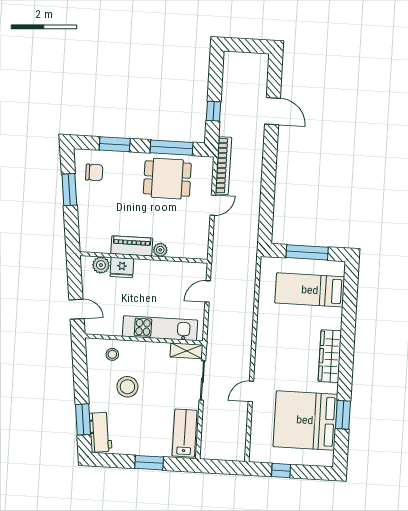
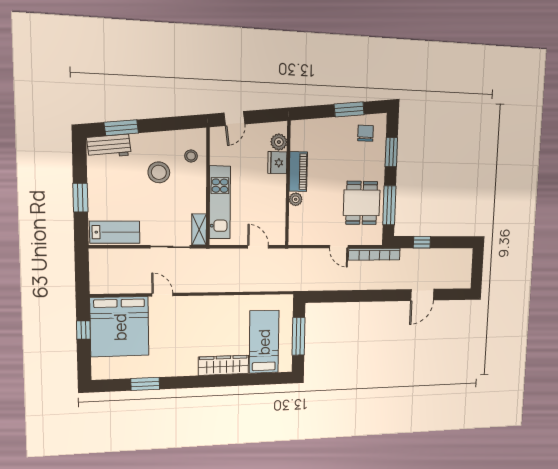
chair: (94, 172) -> (365, 133), turned 180
wardrobe: (330, 356) -> (223, 365), moved
bed: (305, 420) -> (120, 327), moved, turned 180

